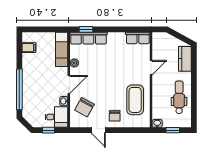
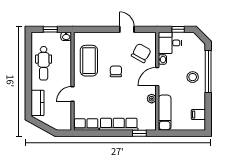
row of seats: (88, 38) -> (119, 124), moved
stool: (34, 84) -> (193, 77), added
chair: (115, 116) -> (116, 71), moved

